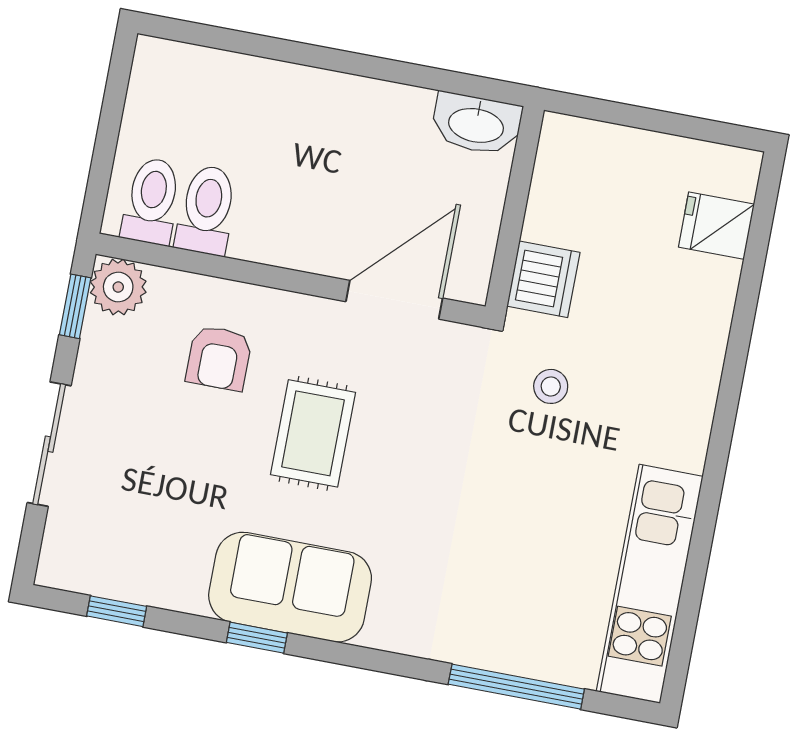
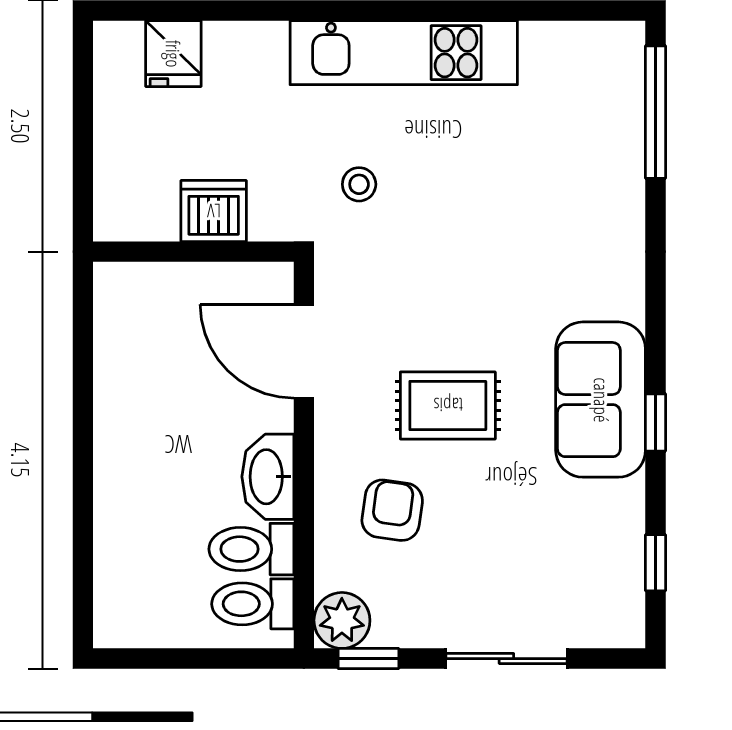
washbasin: (476, 124) -> (268, 477), moved, turned 180
dishwasher: (543, 279) -> (214, 211), moved
armchair: (219, 358) -> (392, 510), turned -82
kitchen unit: (650, 584) -> (404, 53), moved
window: (516, 687) -> (655, 112), moved

